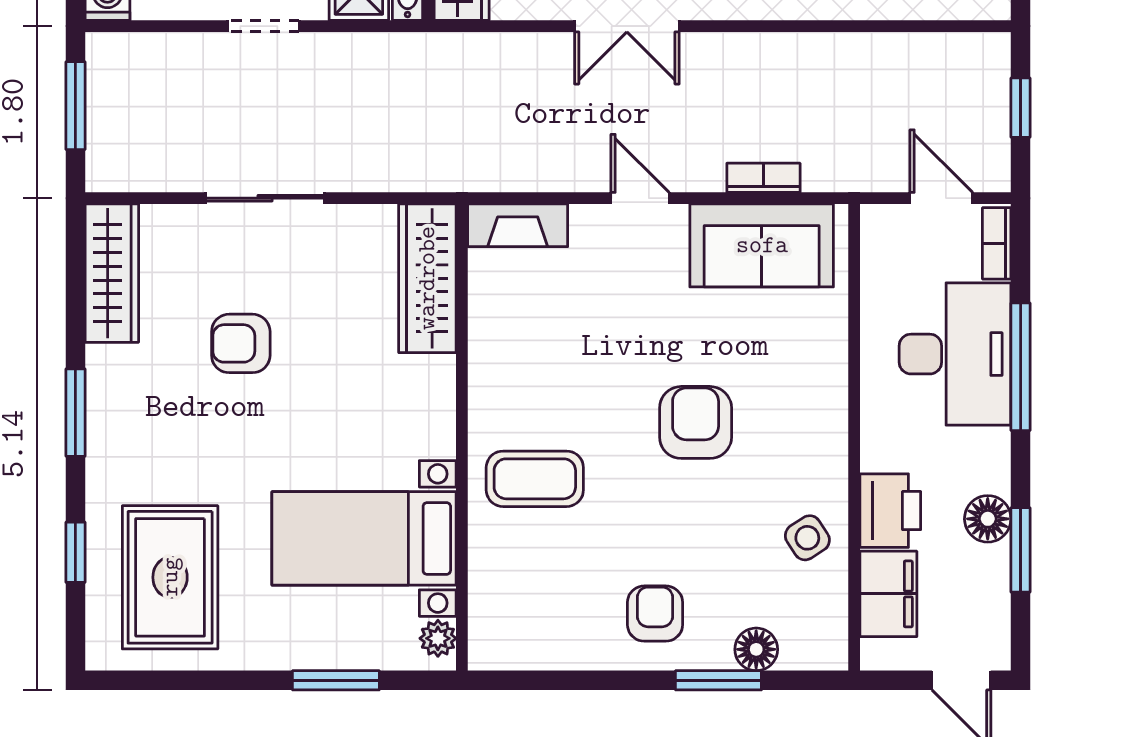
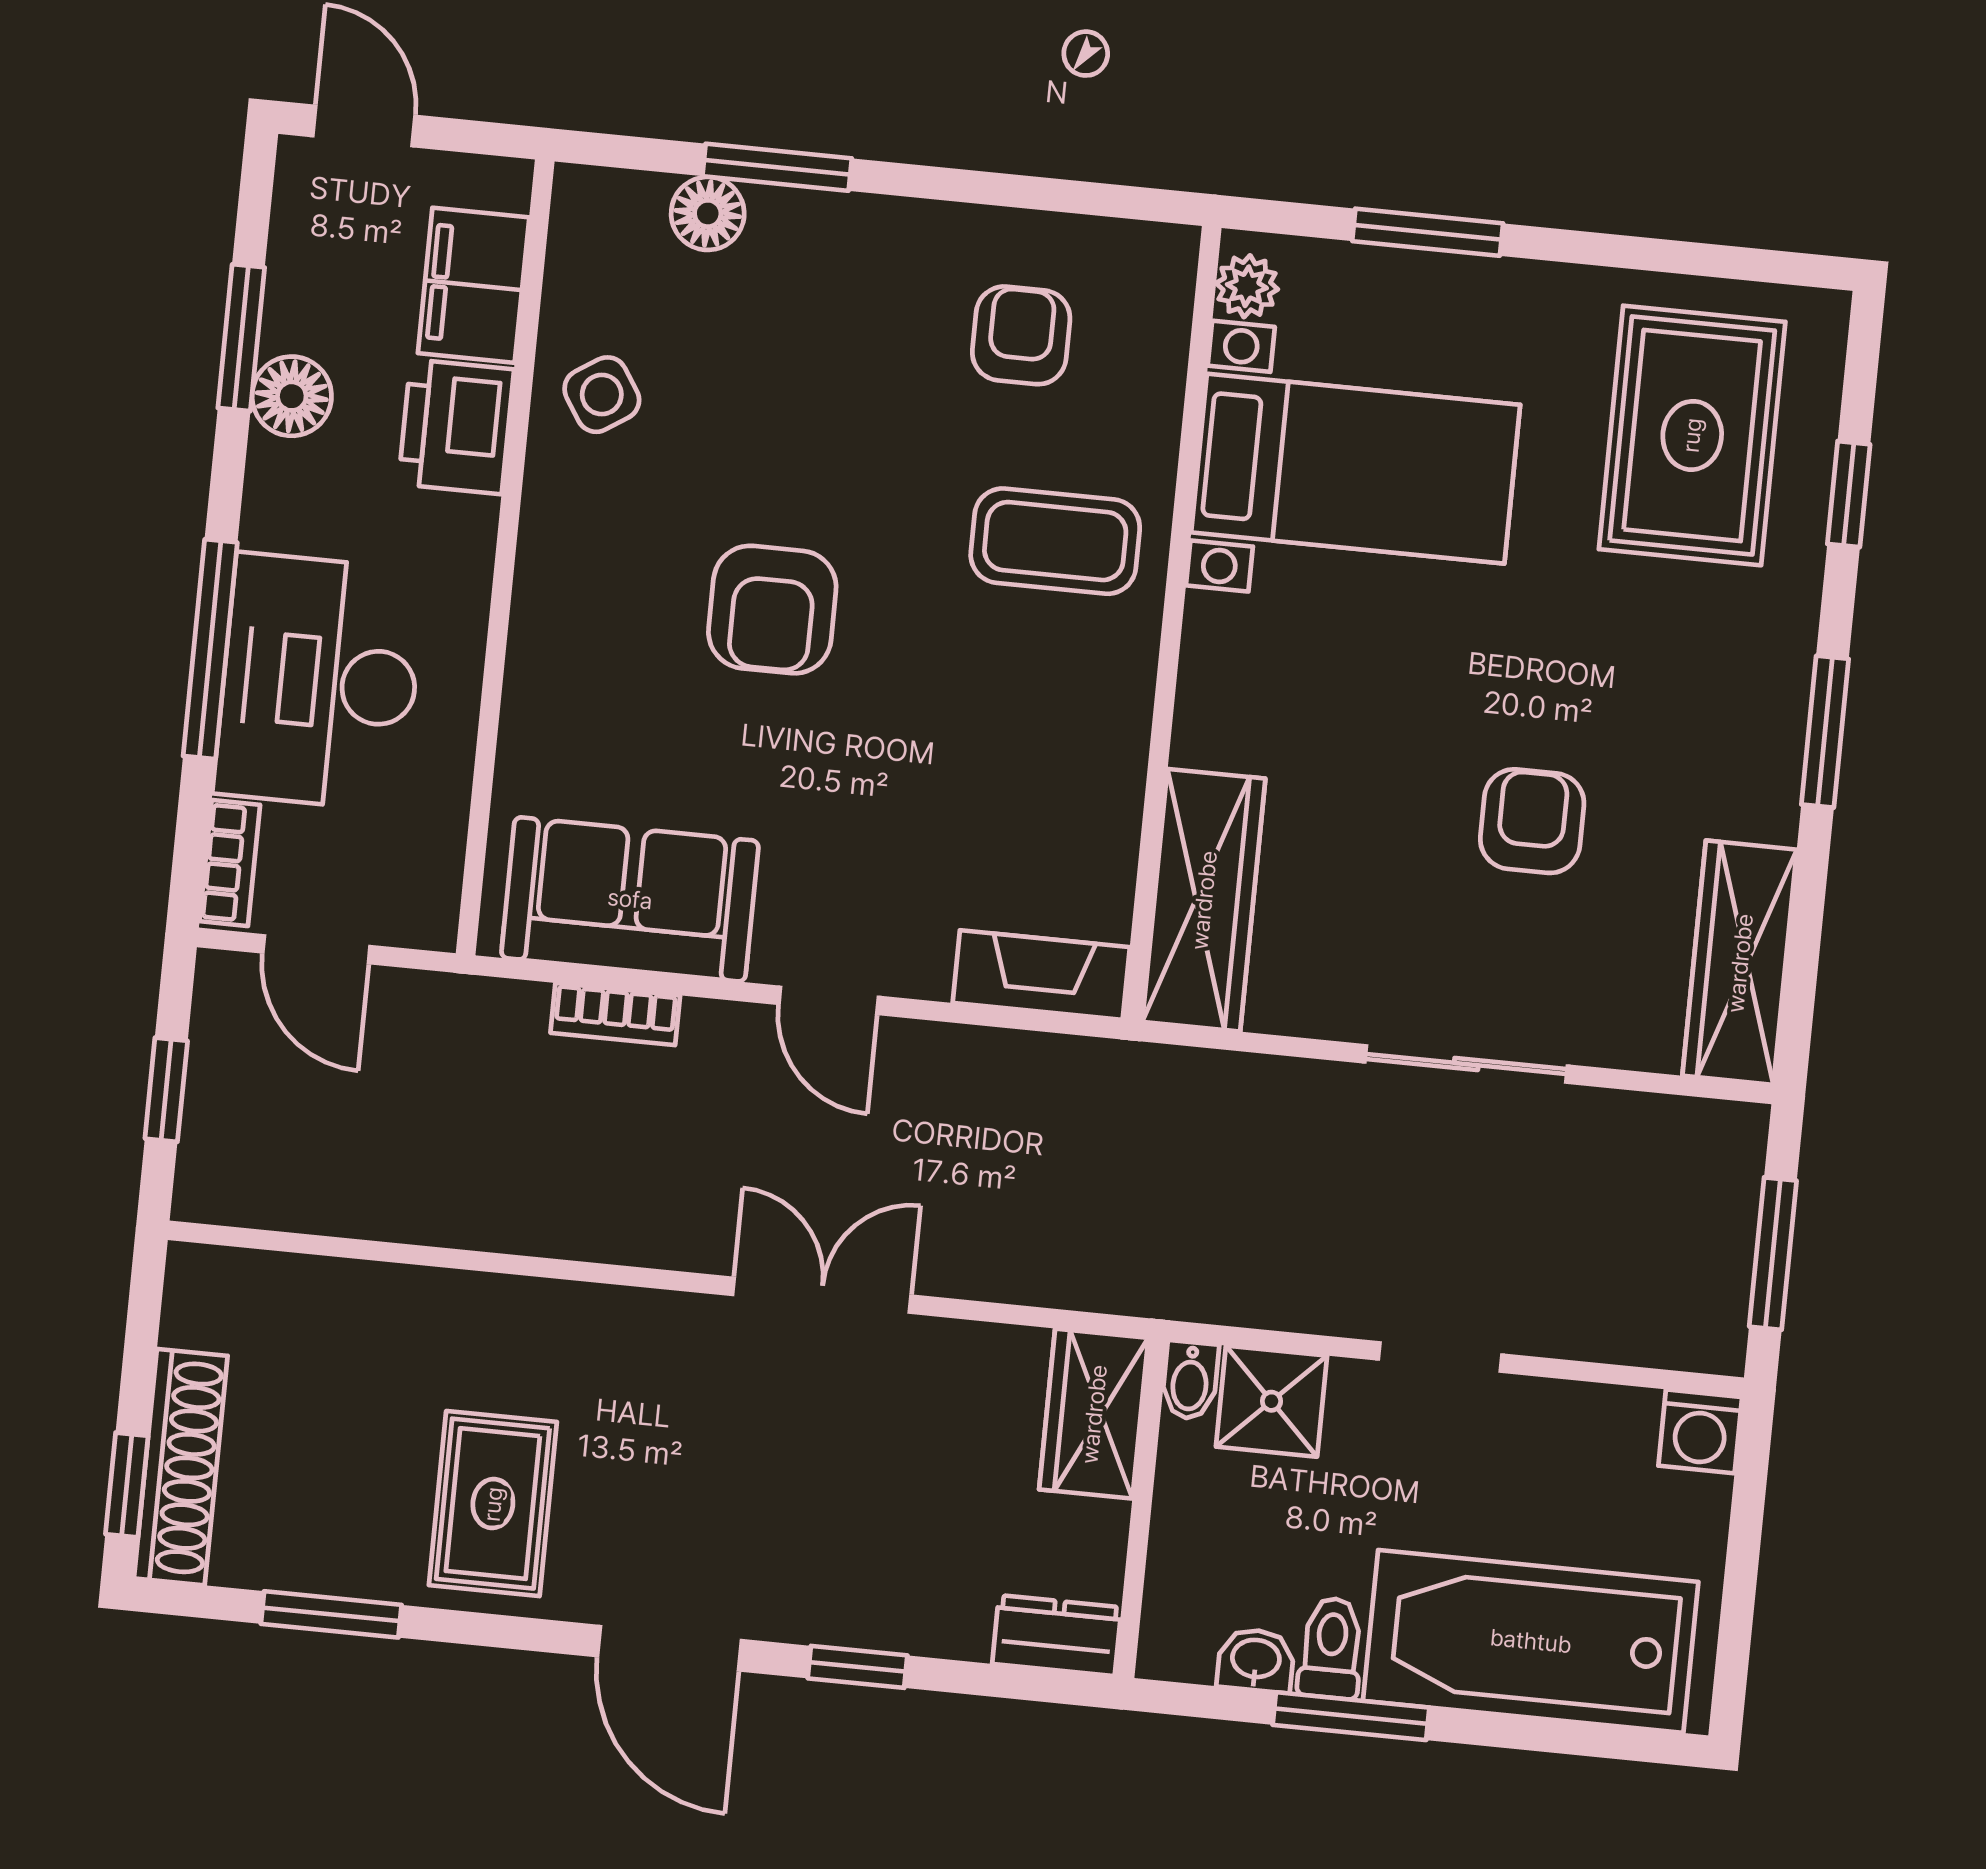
armchair: (241, 343) -> (1532, 821), turned -90
armchair: (655, 614) -> (1021, 335), moved, turned 180

